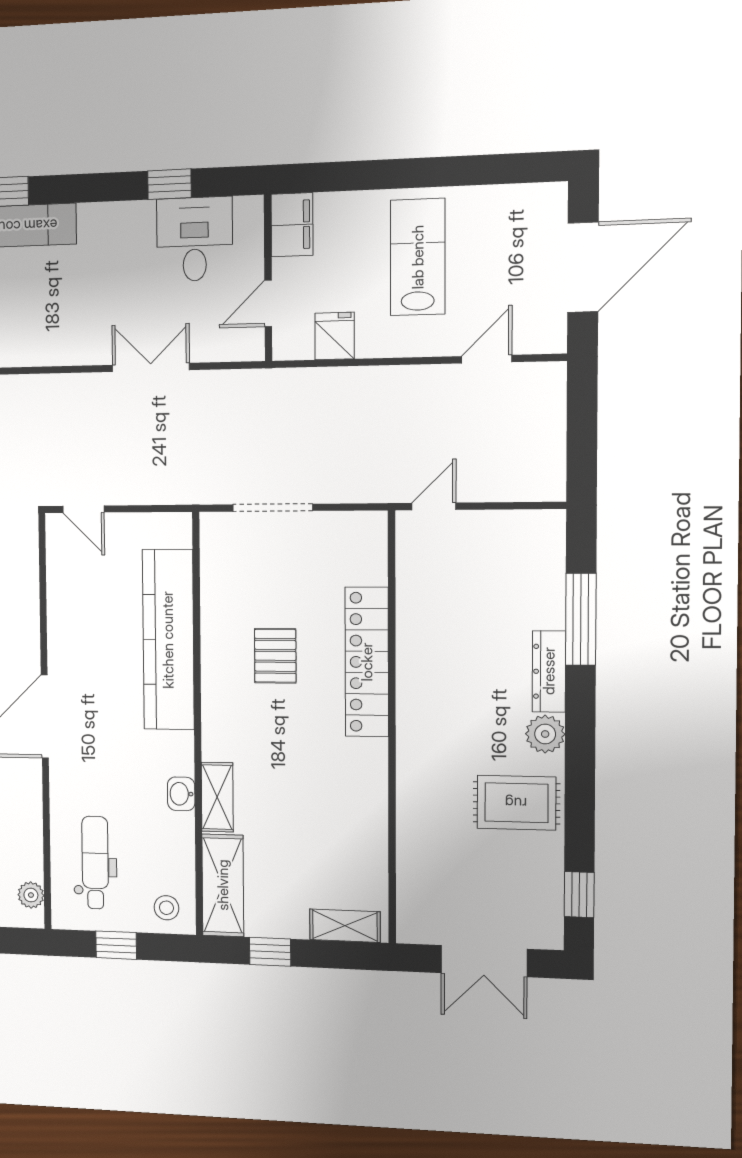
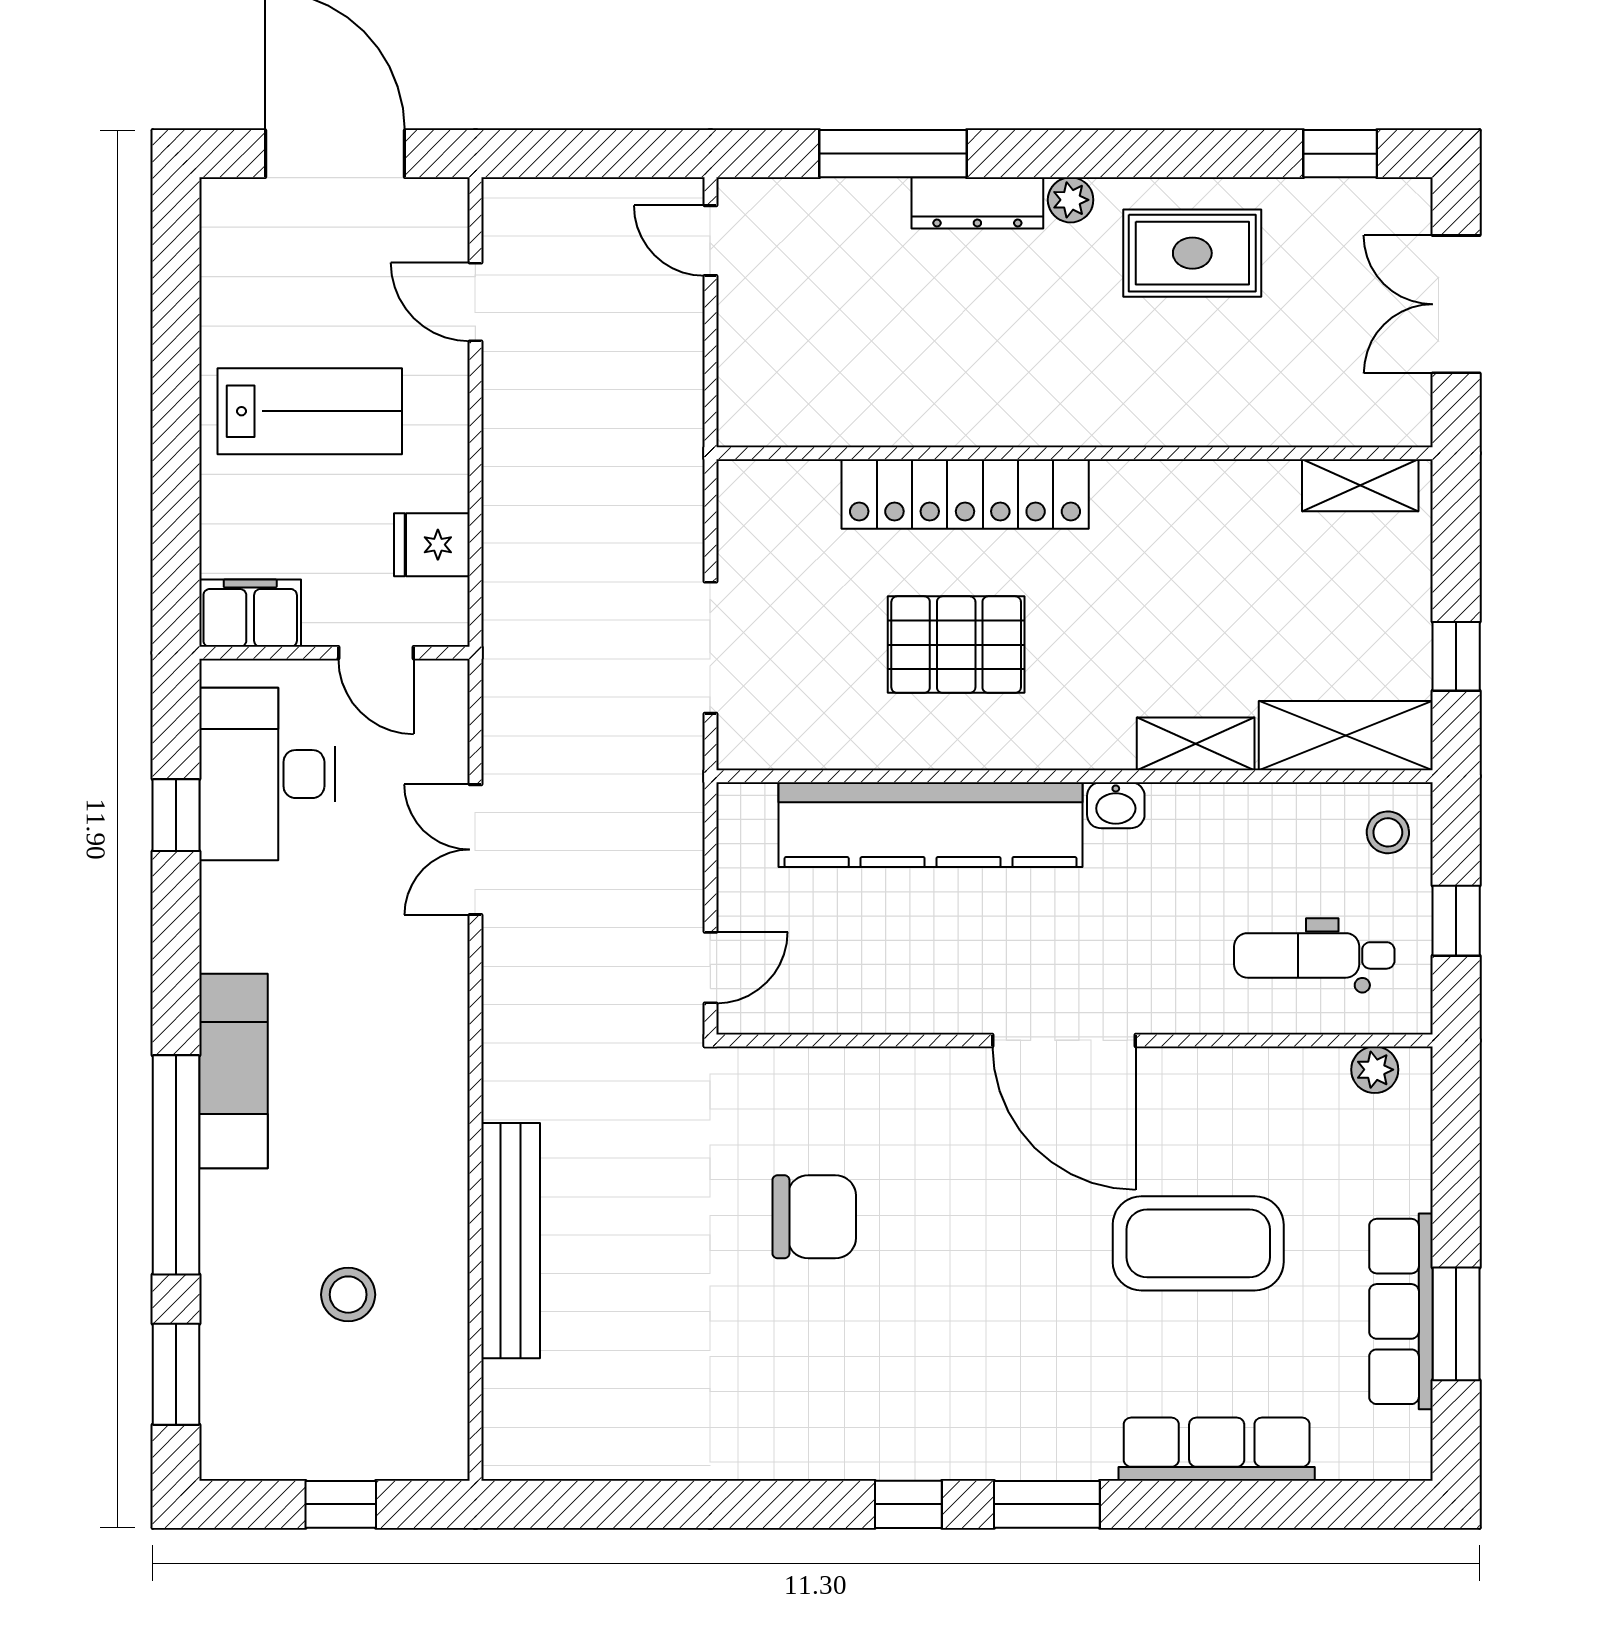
desk: (195, 239) -> (267, 774), width x1.37
lab bench: (418, 257) -> (310, 411), turned 180
door: (434, 506) -> (710, 241), moved
pallet: (275, 656) -> (956, 645), width x1.50, depth x1.42
plant: (545, 734) -> (1071, 200), width x0.73, depth x0.73
washbasin: (181, 794) -> (1116, 805), moved
rug: (516, 803) -> (1192, 253), turned 90
shelving: (345, 926) -> (1360, 485), moved, turned 90
double door: (484, 961) -> (1456, 304), swing flipped

